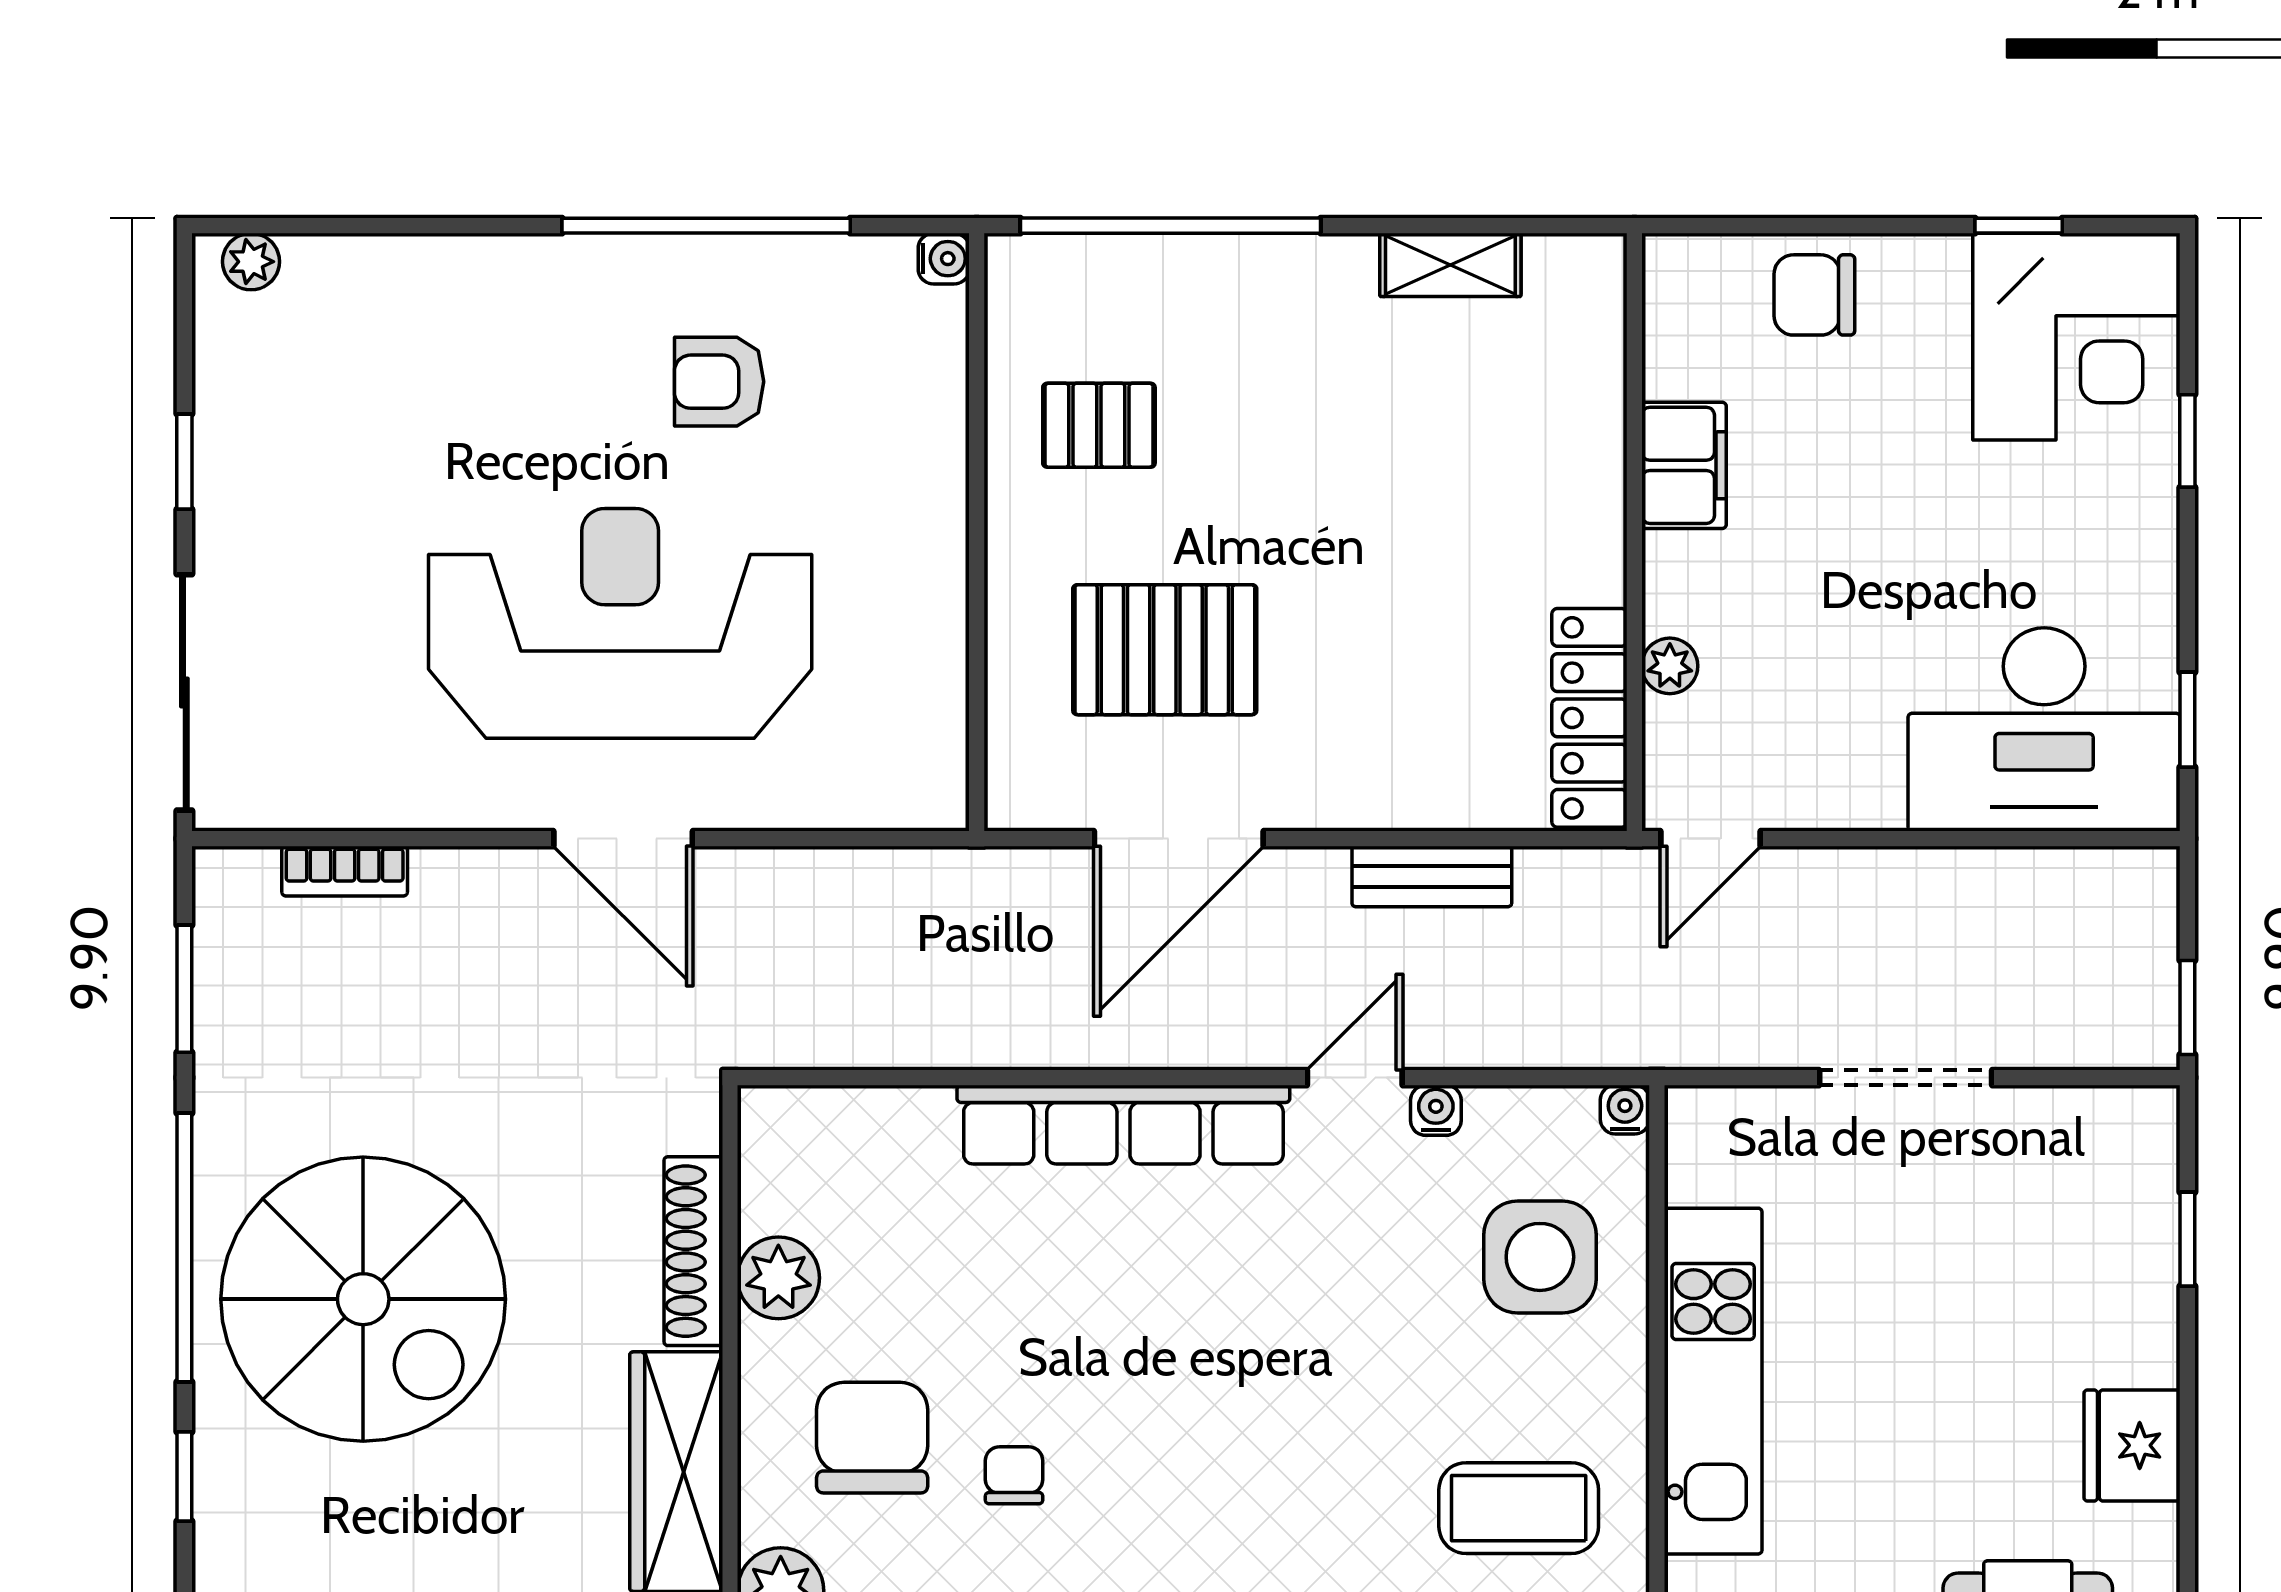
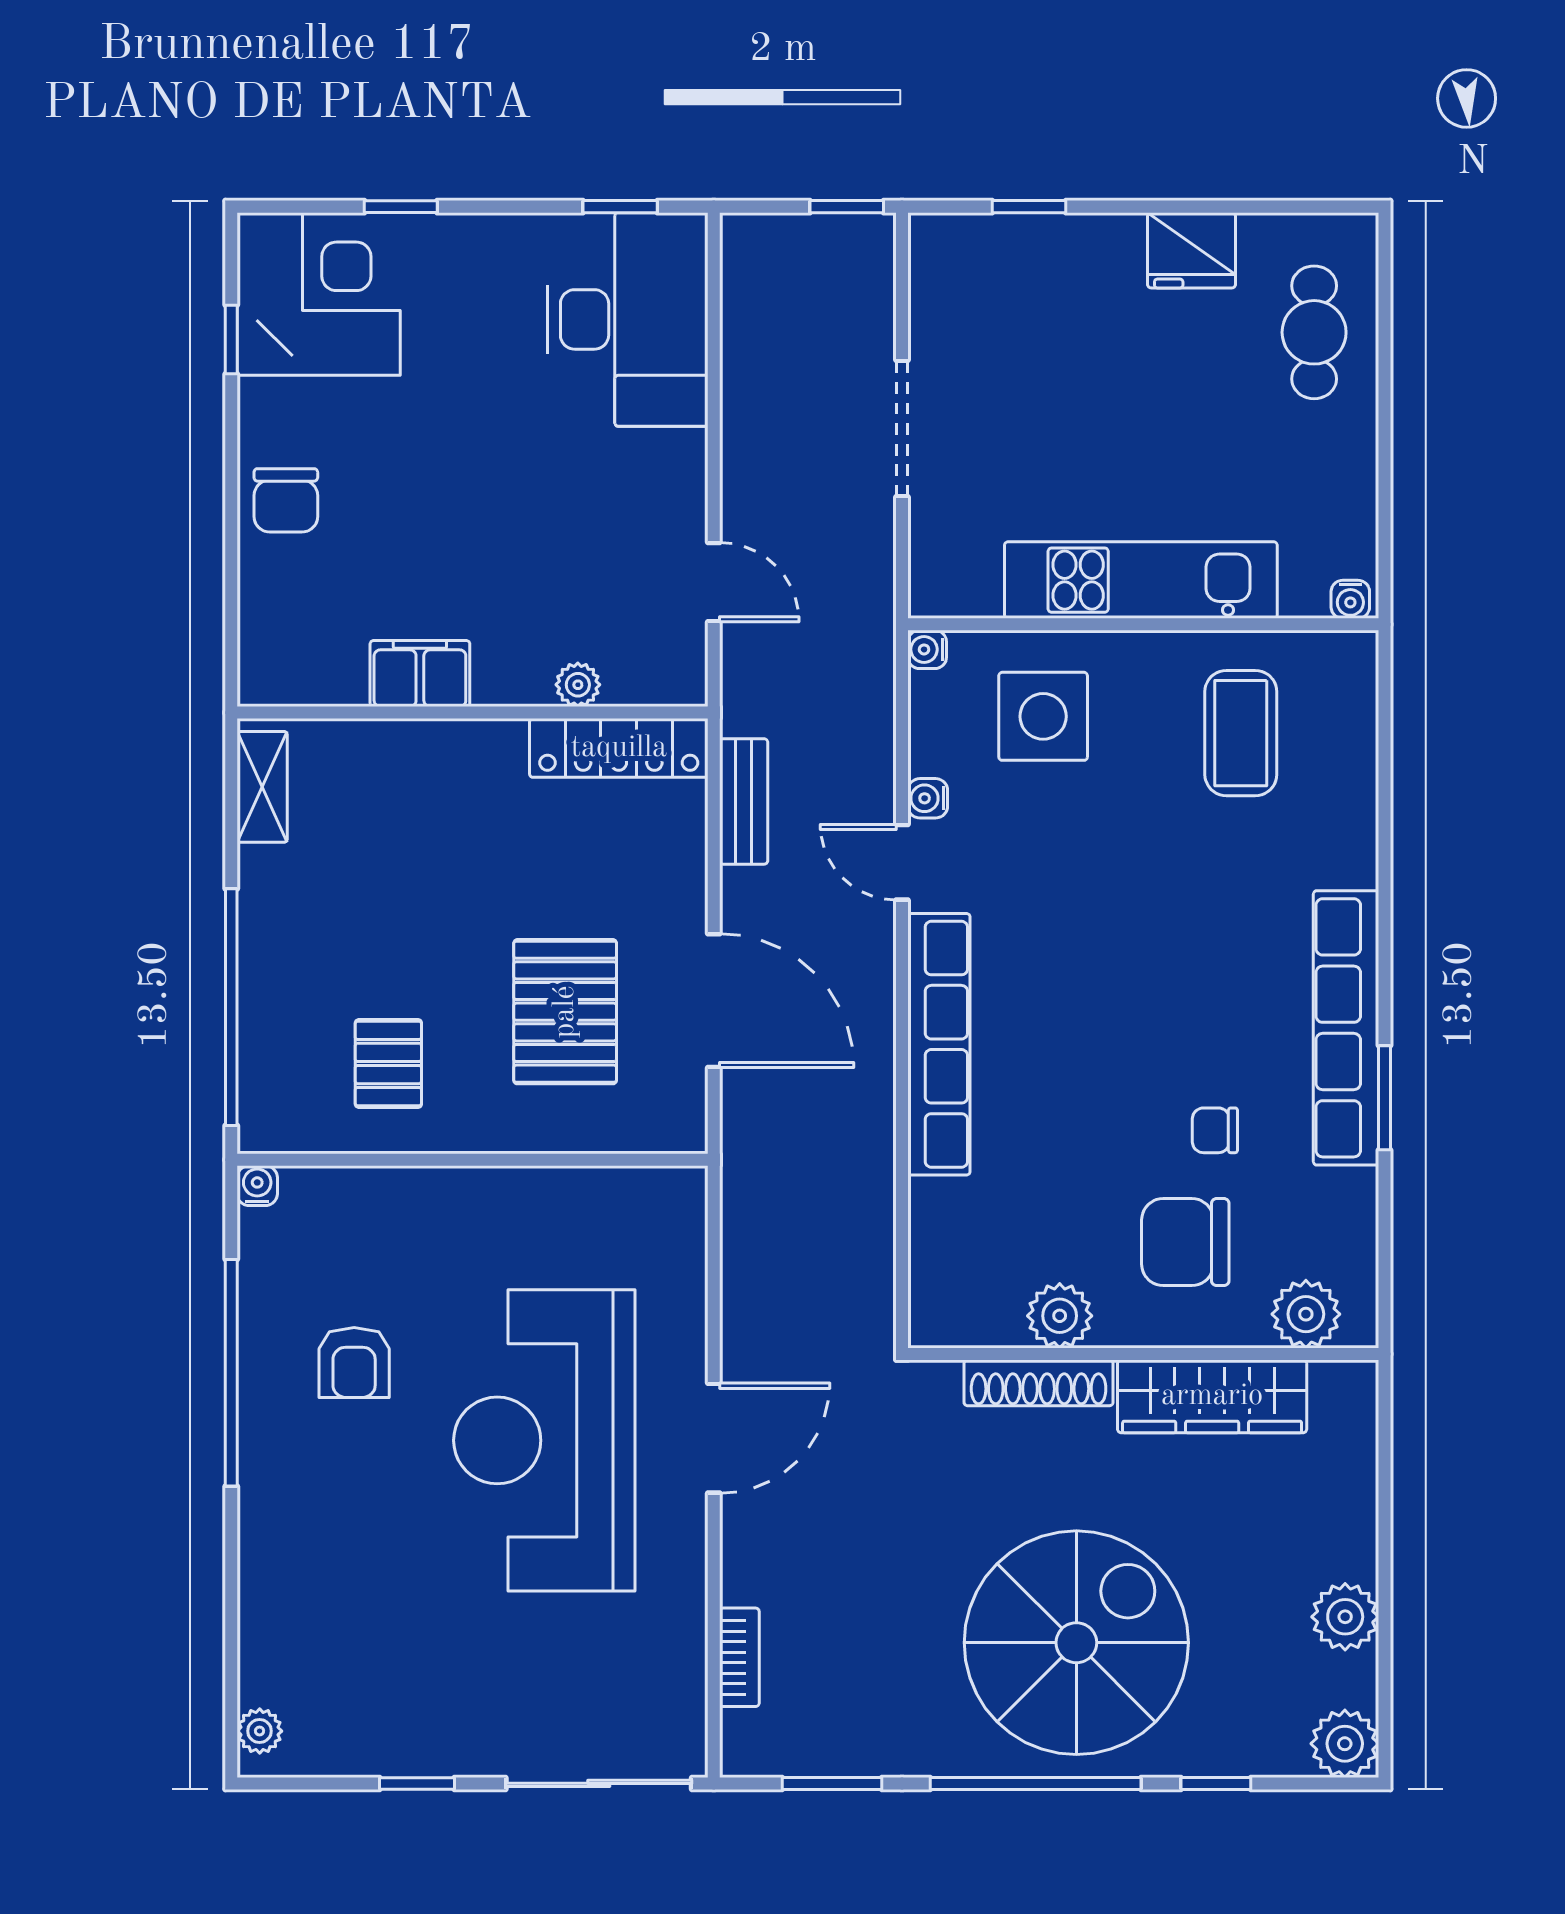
filing cabinet: (1684, 465) -> (420, 674), moved
wall: (1634, 532) -> (473, 713), moved
plant: (1670, 666) -> (578, 685), moved
locker: (1589, 718) -> (619, 748), moved

